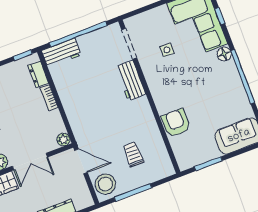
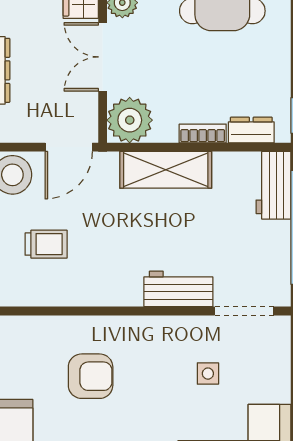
shelving: (74, 109) -> (166, 170), added
armchair: (176, 123) -> (91, 376), moved
plant: (63, 140) -> (130, 120), width x1.88, depth x1.88

